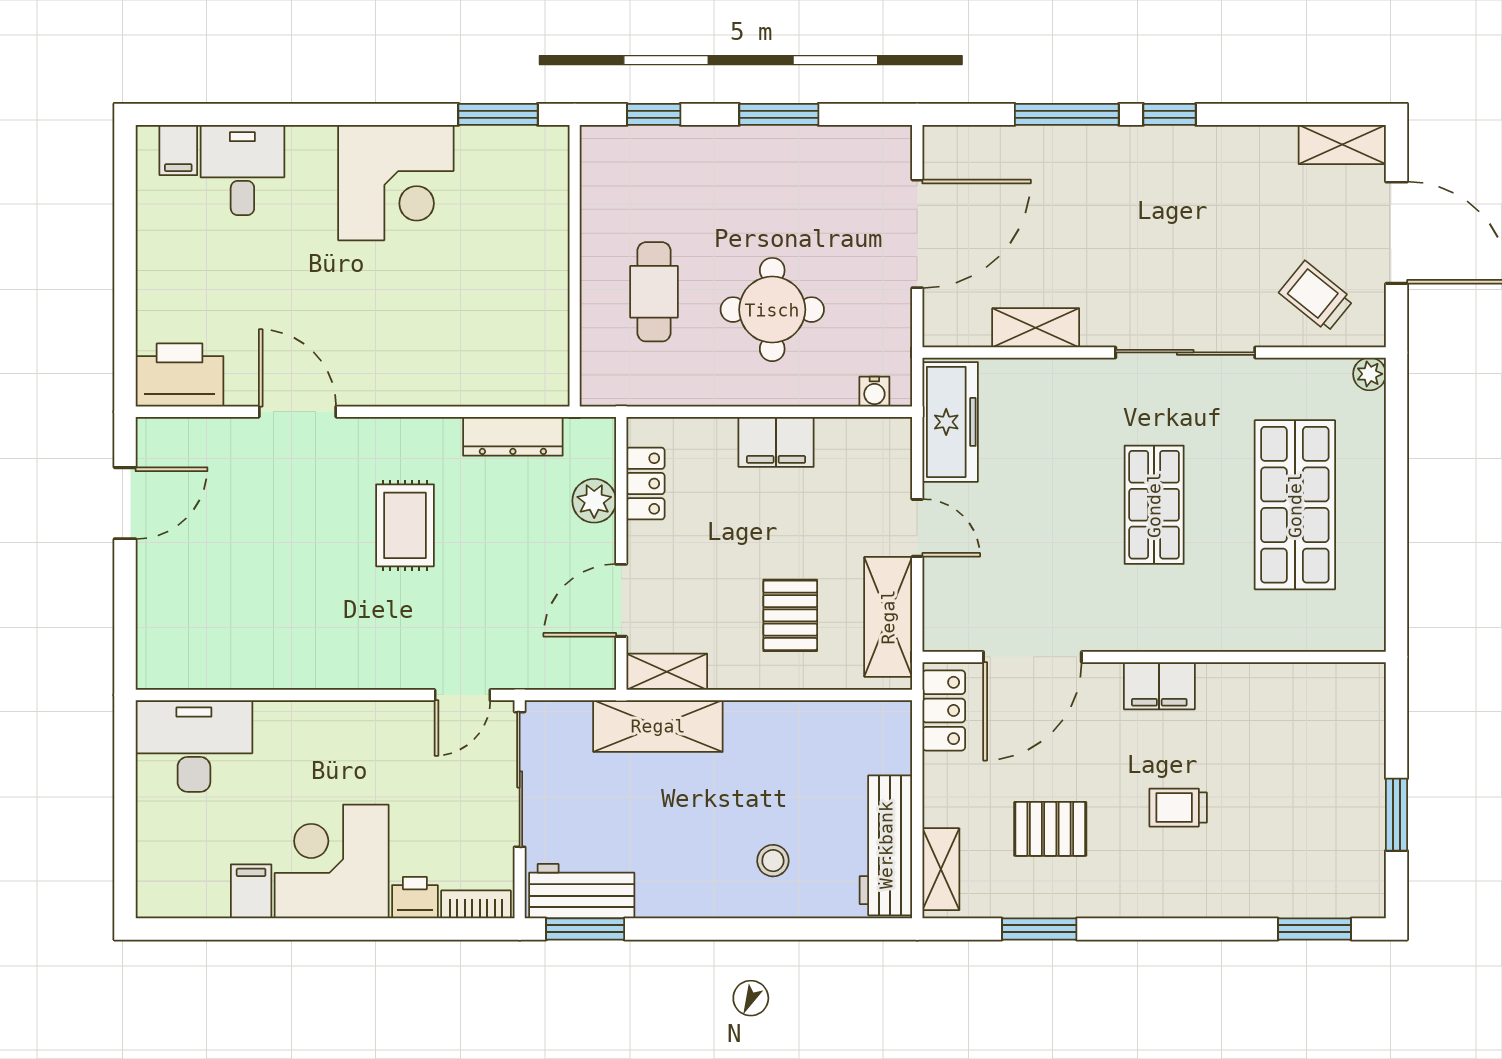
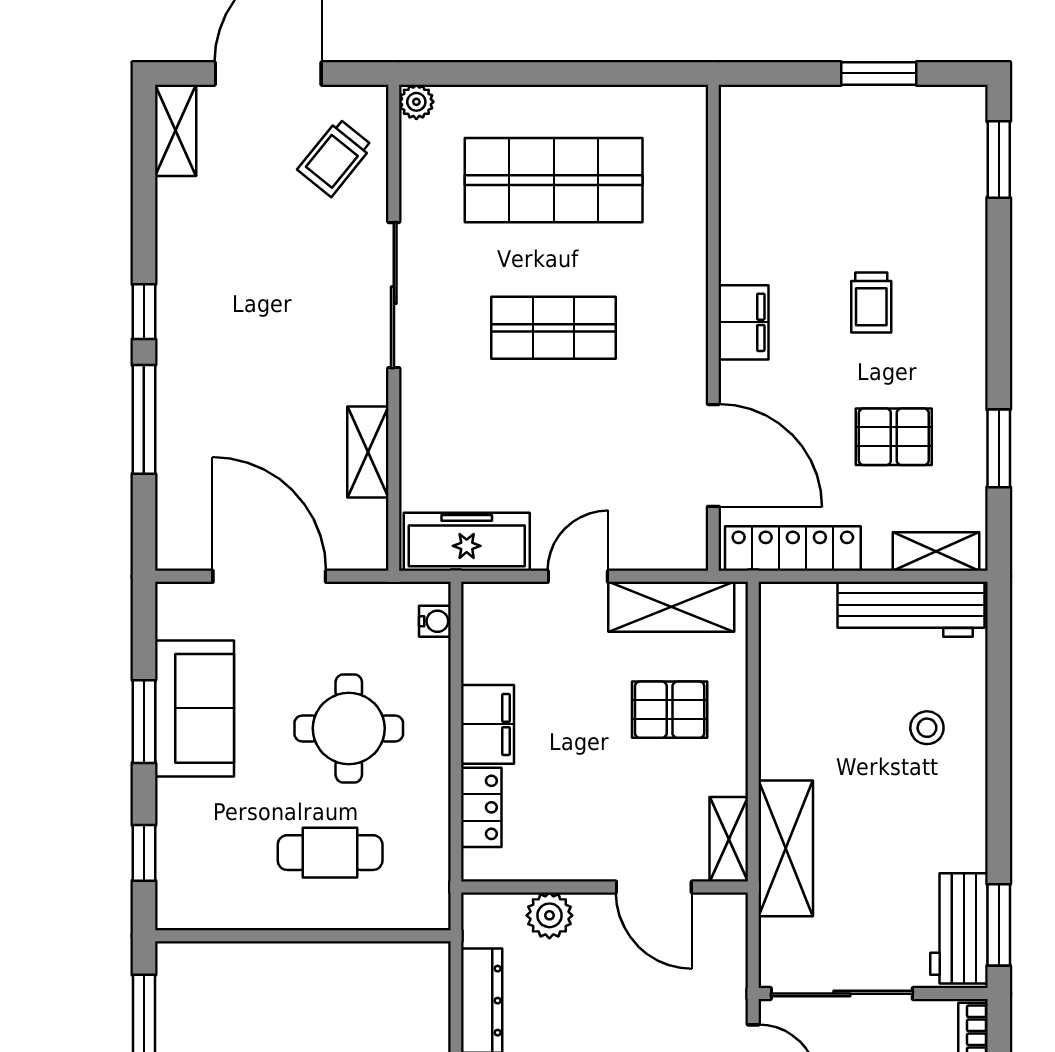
sofa: (791, 162) -> (194, 708), added
locker: (645, 484) -> (481, 807), moved, turned 90
locker: (944, 710) -> (793, 549), width x1.53
pallet: (1050, 829) -> (894, 437), turned 90

